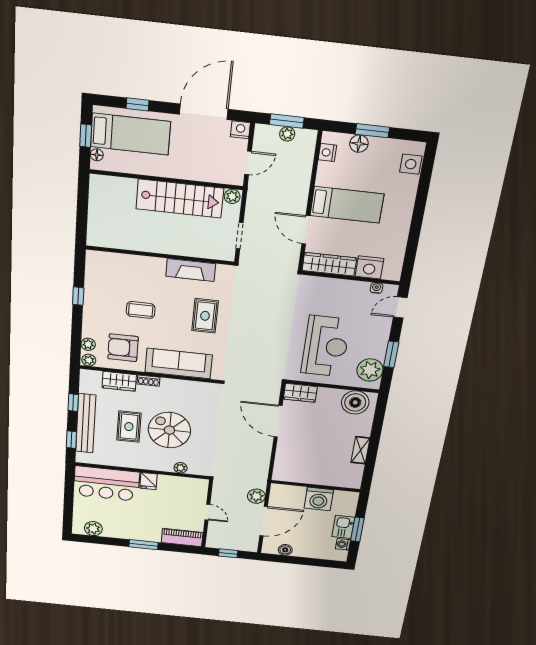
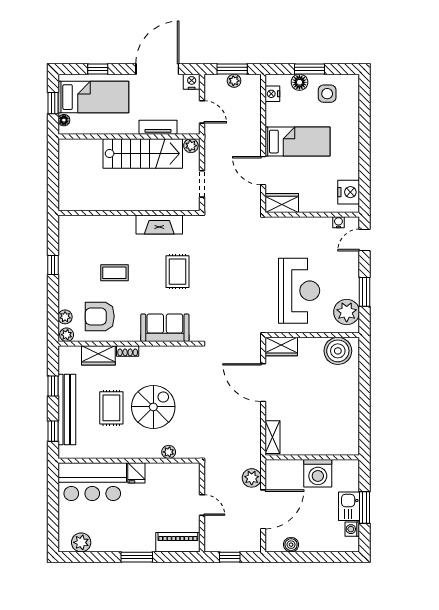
door: (248, 163) -> (202, 112), hinge flipped
side table: (411, 164) -> (327, 94), moved
tv unit: (199, 174) -> (158, 127), added
wardrobe: (329, 264) -> (282, 203), width x0.67
nightstand: (369, 267) -> (349, 192), moved, turned -90
sofa: (179, 363) -> (165, 328), width x0.73
spiral stairs: (169, 430) -> (153, 407), turned 90
shelving: (360, 450) -> (273, 437), moved

